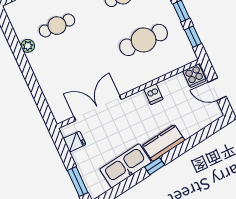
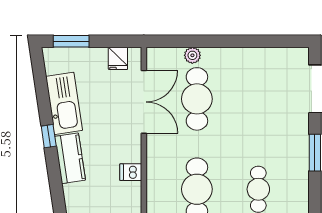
cafe table: (57, 26) -> (197, 99), moved, width x1.37, depth x1.35
plant: (28, 46) -> (192, 55), moved

